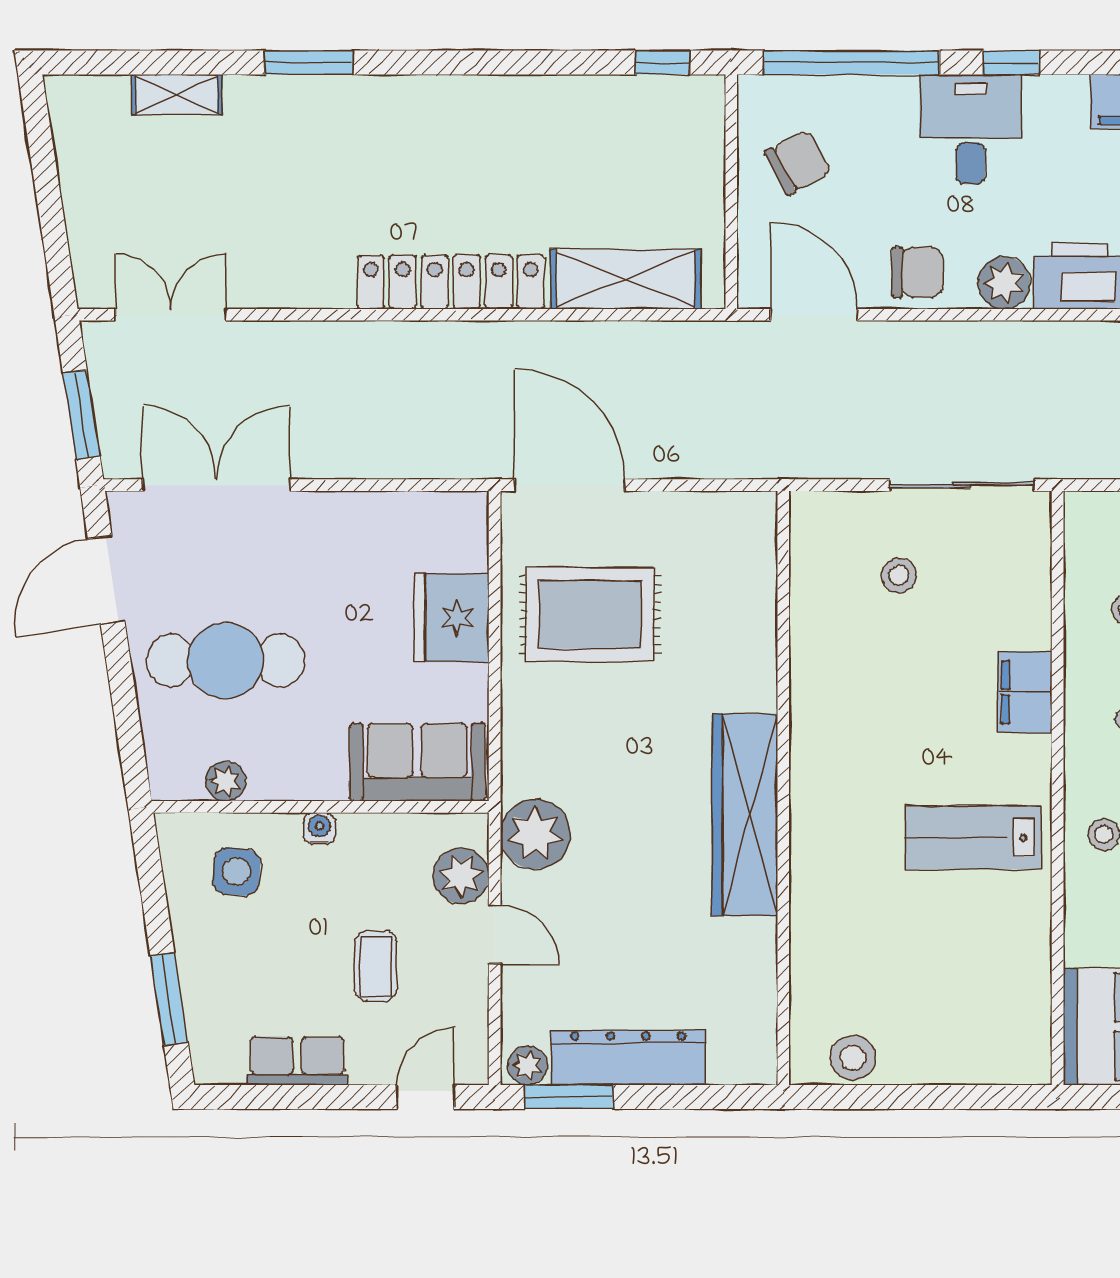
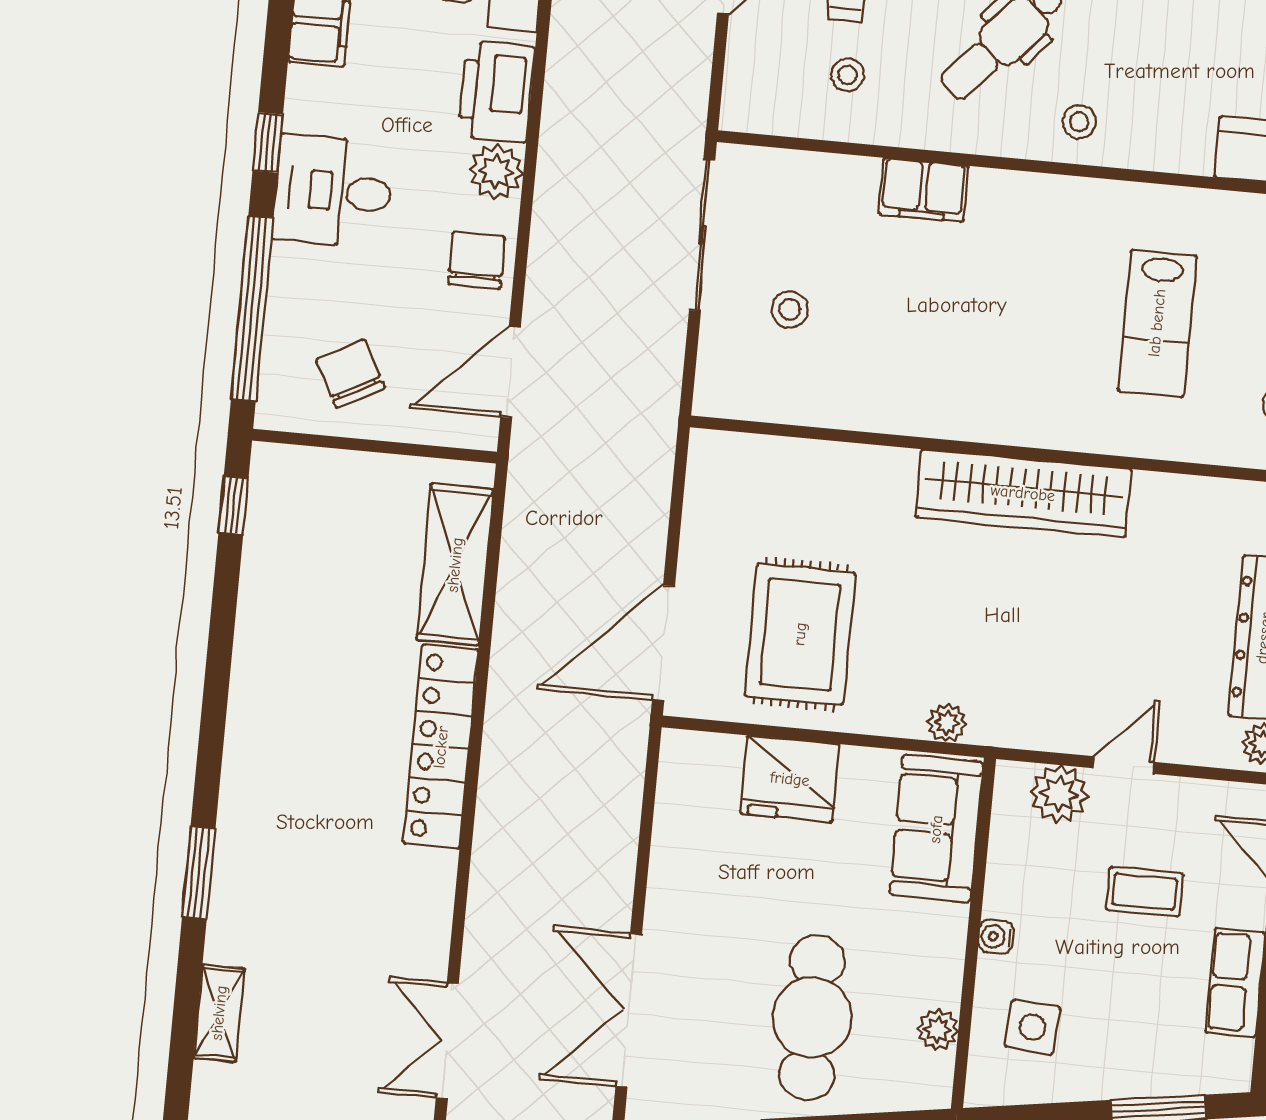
plant: (535, 834) -> (947, 723), moved, width x0.53, depth x0.53
lab bench: (973, 838) -> (1157, 323), moved

